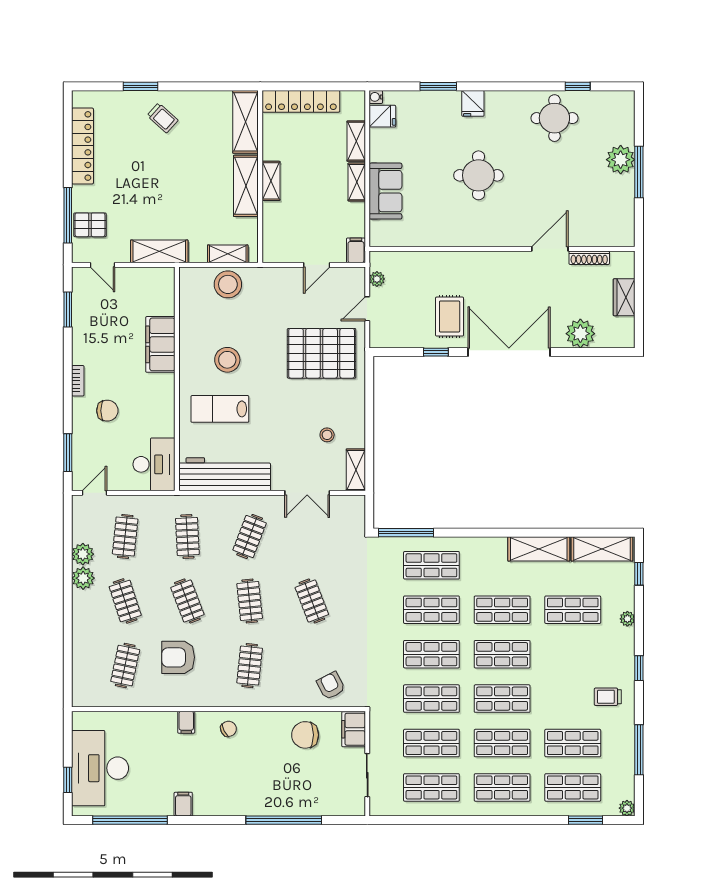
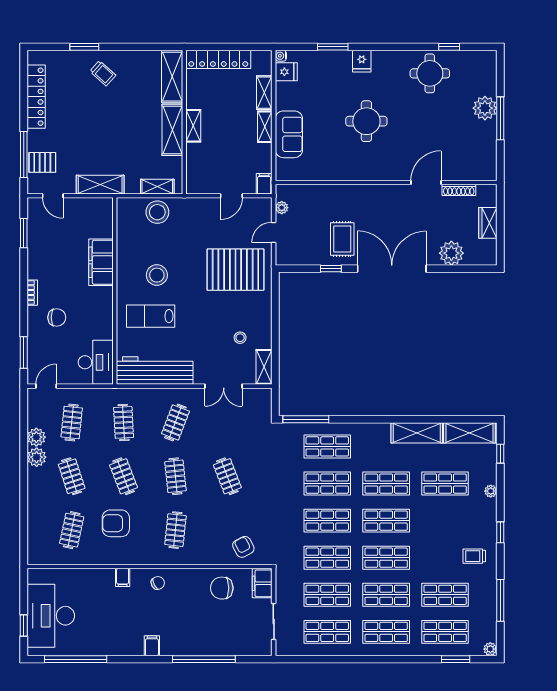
filing cabinet: (183, 804) -> (152, 646), moved

